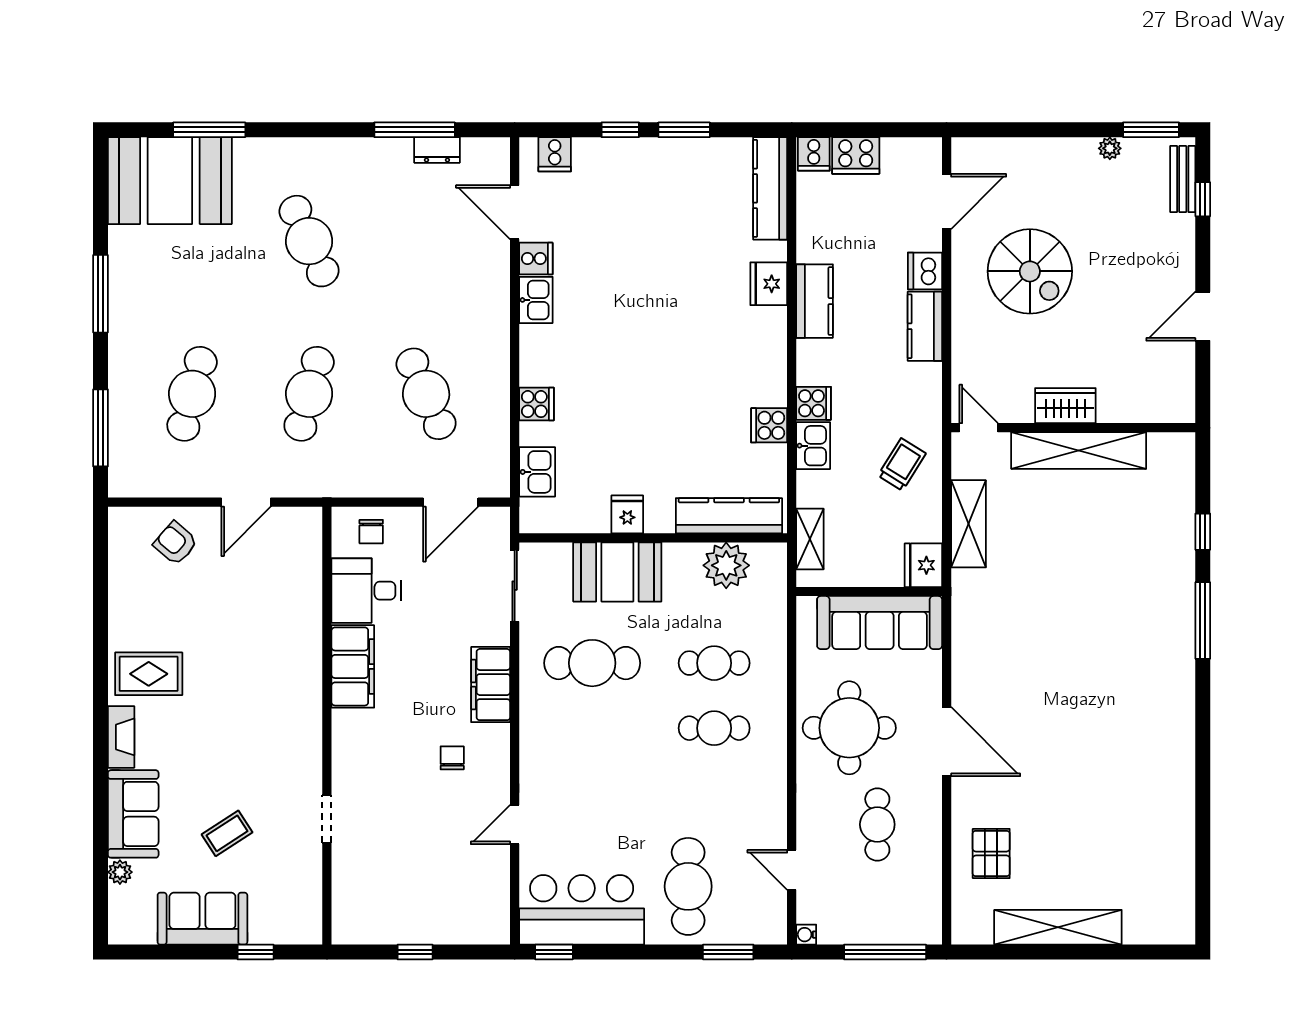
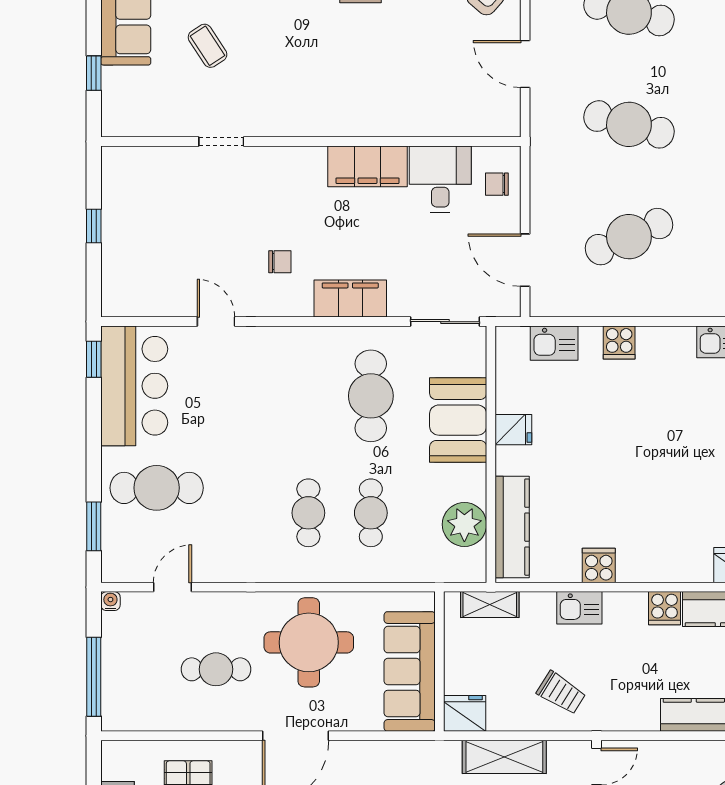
cooker: (814, 403) -> (665, 608), moved

